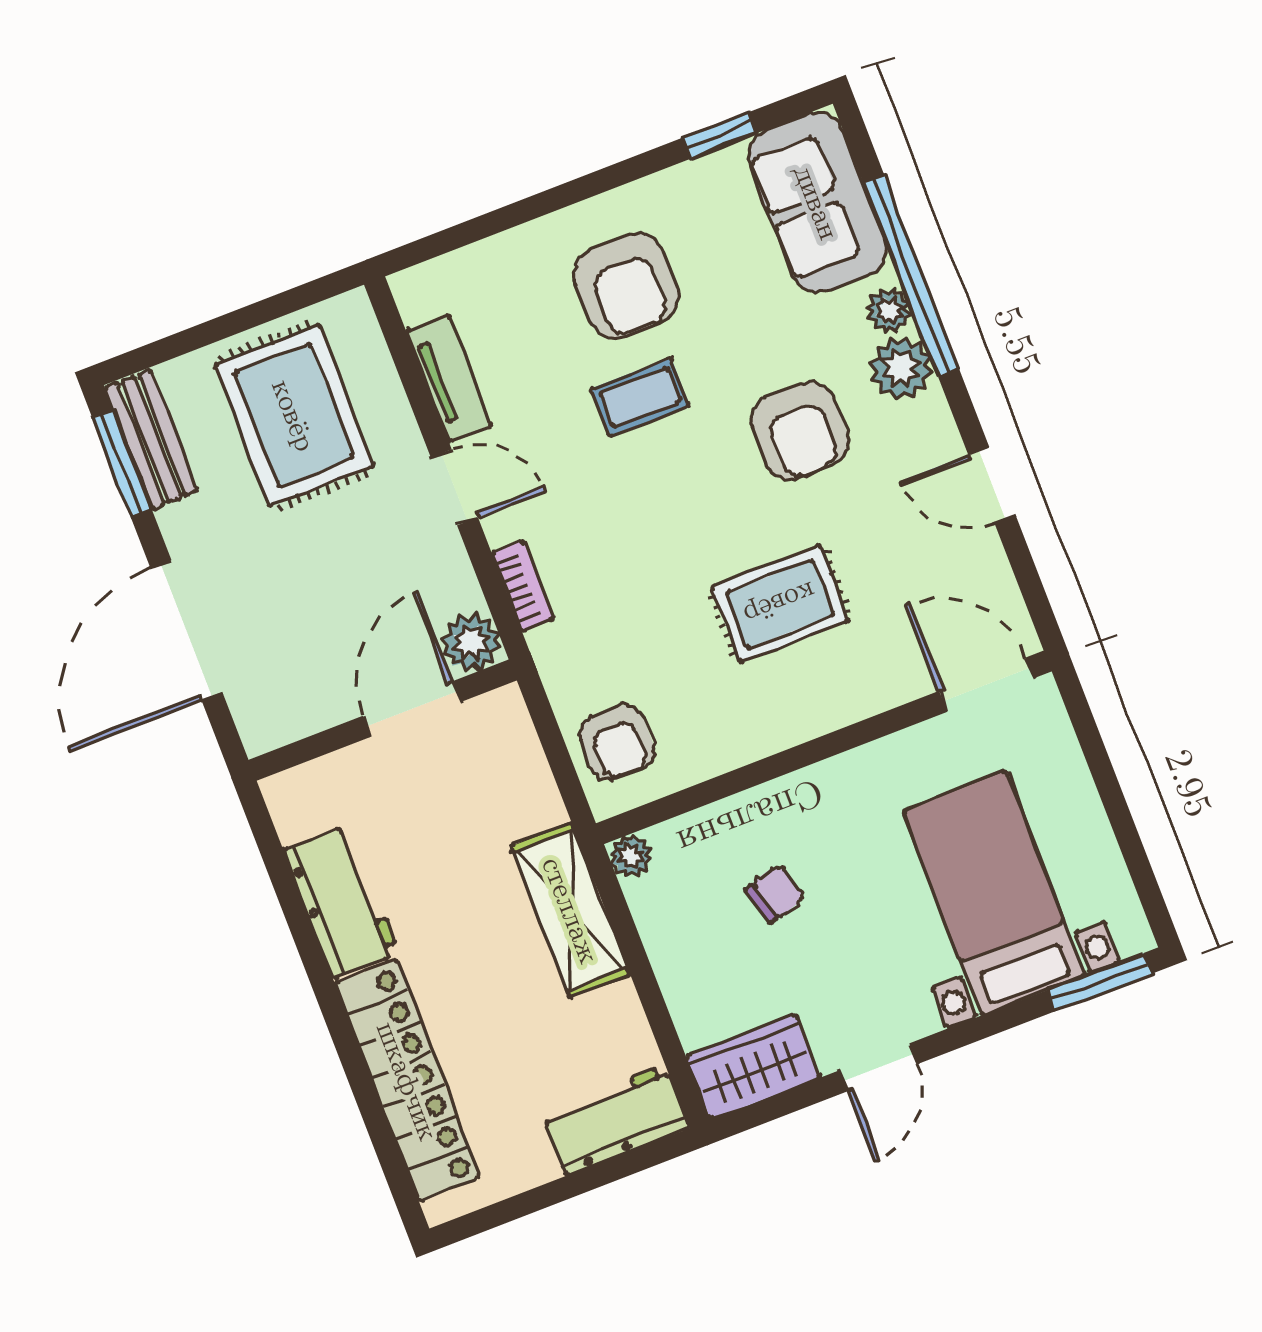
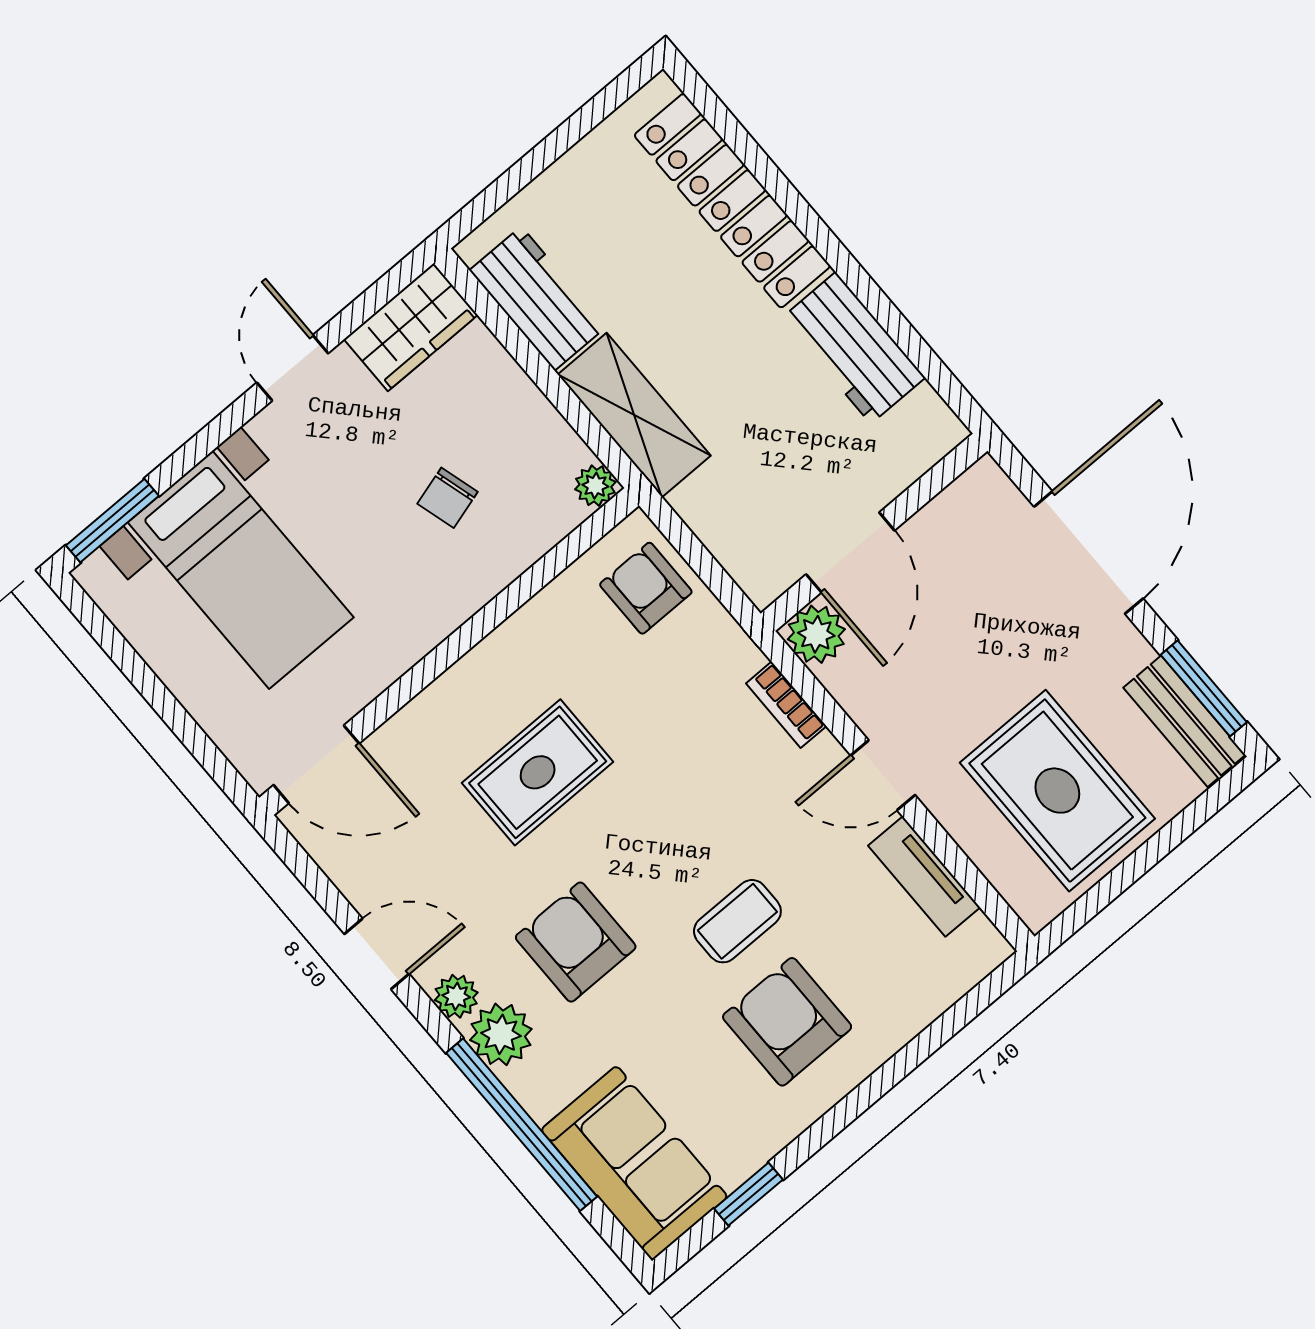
plant: (889, 311) -> (456, 996), moved
workbench: (616, 1120) -> (538, 299), moved, turned -90

